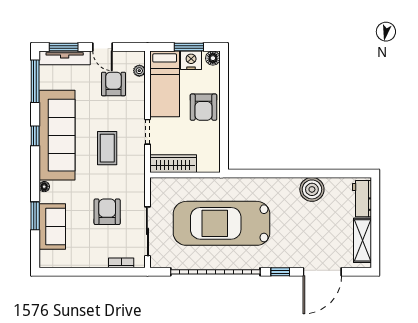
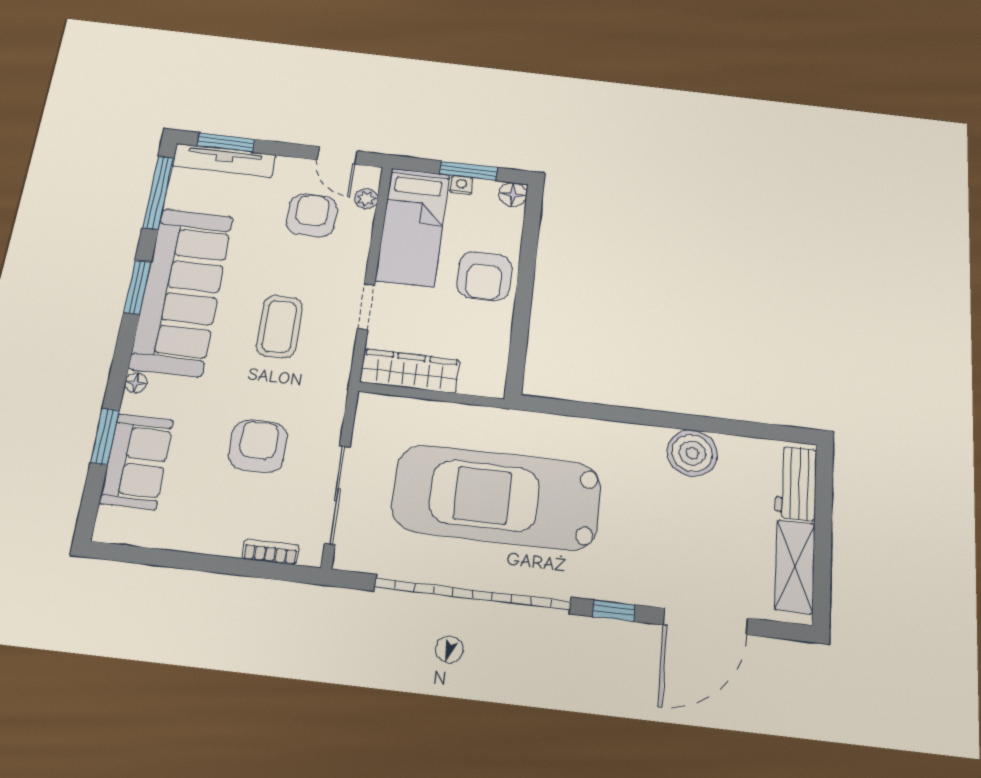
door: (103, 47) -> (337, 155), moved
nightstand: (191, 60) -> (461, 185), width x0.53, depth x0.56
window: (35, 136) -> (137, 287), width x1.50

